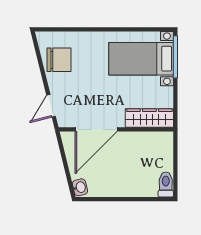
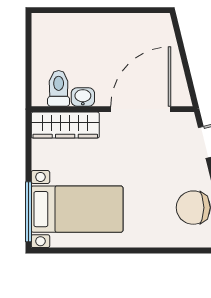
toilet: (166, 185) -> (59, 88), moved, turned 180
washbasin: (80, 187) -> (83, 97), moved, turned 104

